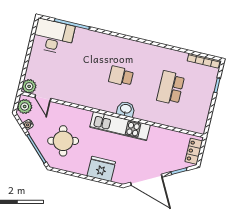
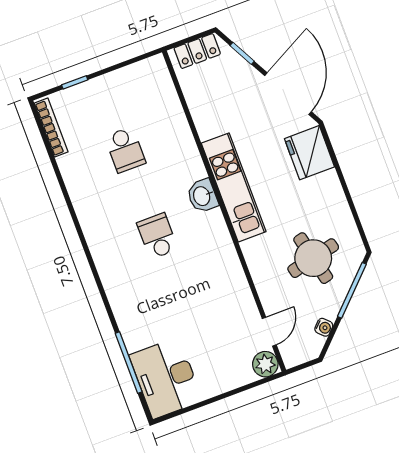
school desk: (121, 76) -> (157, 236), turned 180
school desk: (171, 88) -> (125, 150), width x0.54
plant: (25, 106) -> (300, 351), removed
fridge: (101, 169) -> (310, 153), moved

